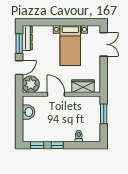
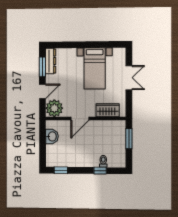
double door: (104, 44) -> (129, 78), moved
door: (56, 94) -> (80, 119), swing flipped
window: (57, 145) -> (100, 171), moved

